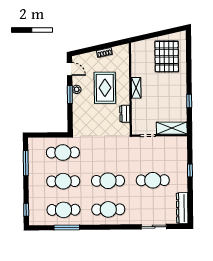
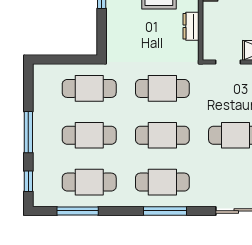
cafe table: (108, 152) -> (162, 88), added
window: (26, 163) -> (28, 132), moved
window: (110, 227) -> (165, 211), added
window: (67, 228) -> (78, 211), moved

